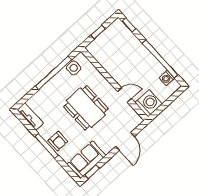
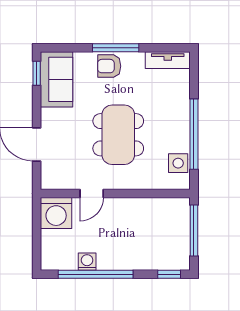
window: (98, 32) -> (194, 230), width x2.17
washing machine: (167, 78) -> (87, 262), moved
dining table: (86, 108) -> (118, 135), turned 90

